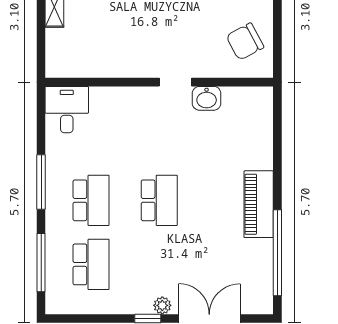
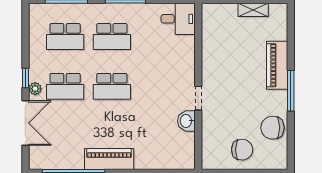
chair: (245, 42) -> (242, 150), moved, turned 119
school desk: (159, 264) -> (65, 86), added

